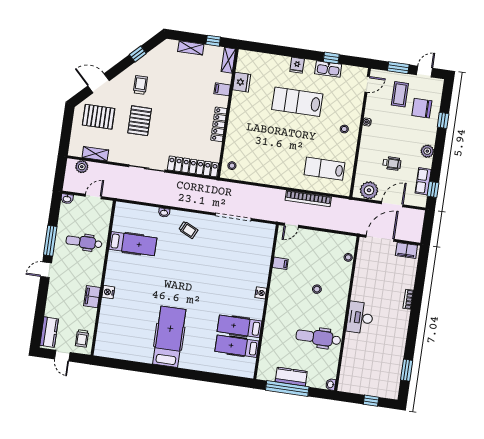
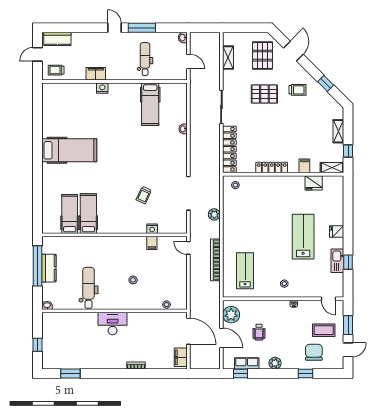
door: (425, 72) -> (348, 350), hinge flipped
plant: (82, 167) -> (214, 214), moved
trolley: (188, 230) -> (144, 195), moved
nightstand: (261, 293) -> (152, 229), moved

